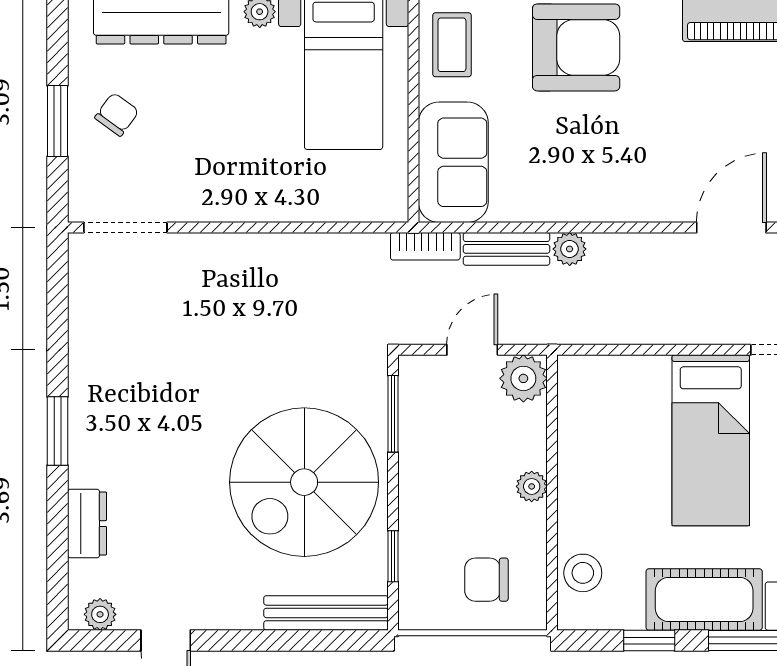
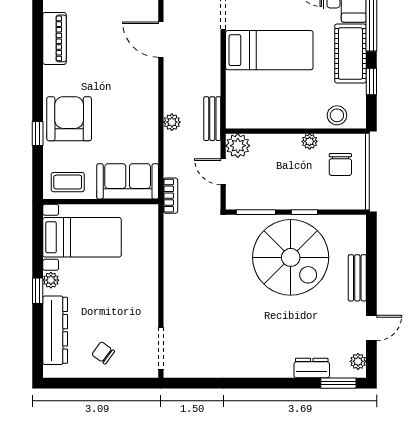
window: (57, 121) -> (107, 383), removed
bench: (506, 249) -> (212, 119), moved
window: (57, 431) -> (338, 383), moved
plant: (532, 486) -> (310, 141), moved
window: (393, 556) -> (304, 212), moved
bench: (326, 613) -> (357, 278), moved, width x0.73

